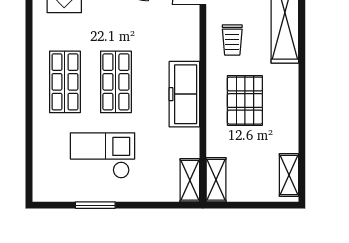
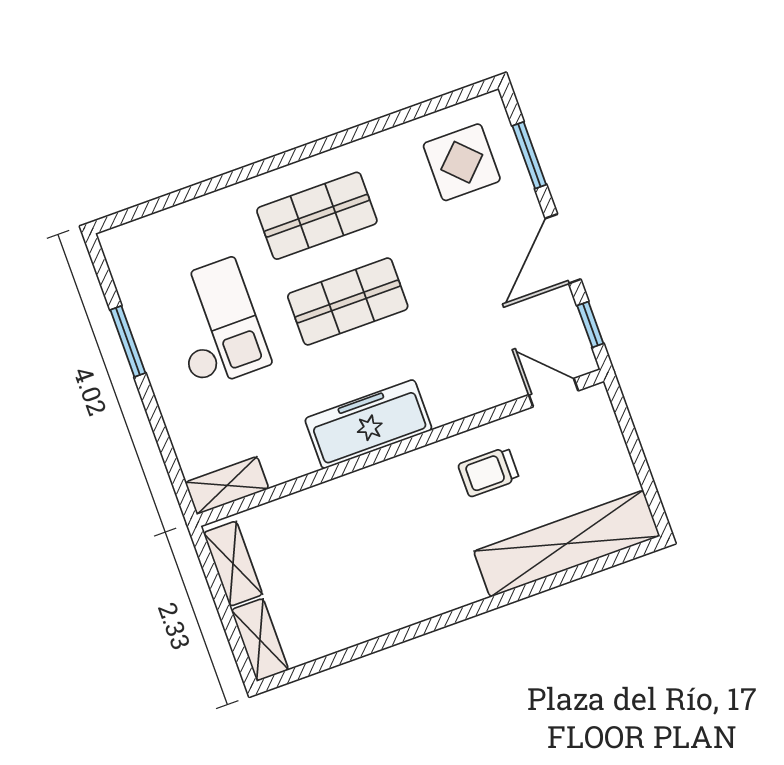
pallet: (245, 101) -> (394, 530), removed
shelving: (289, 175) -> (260, 640), moved, turned 90
shelving: (216, 180) -> (233, 564), moved, turned 90

